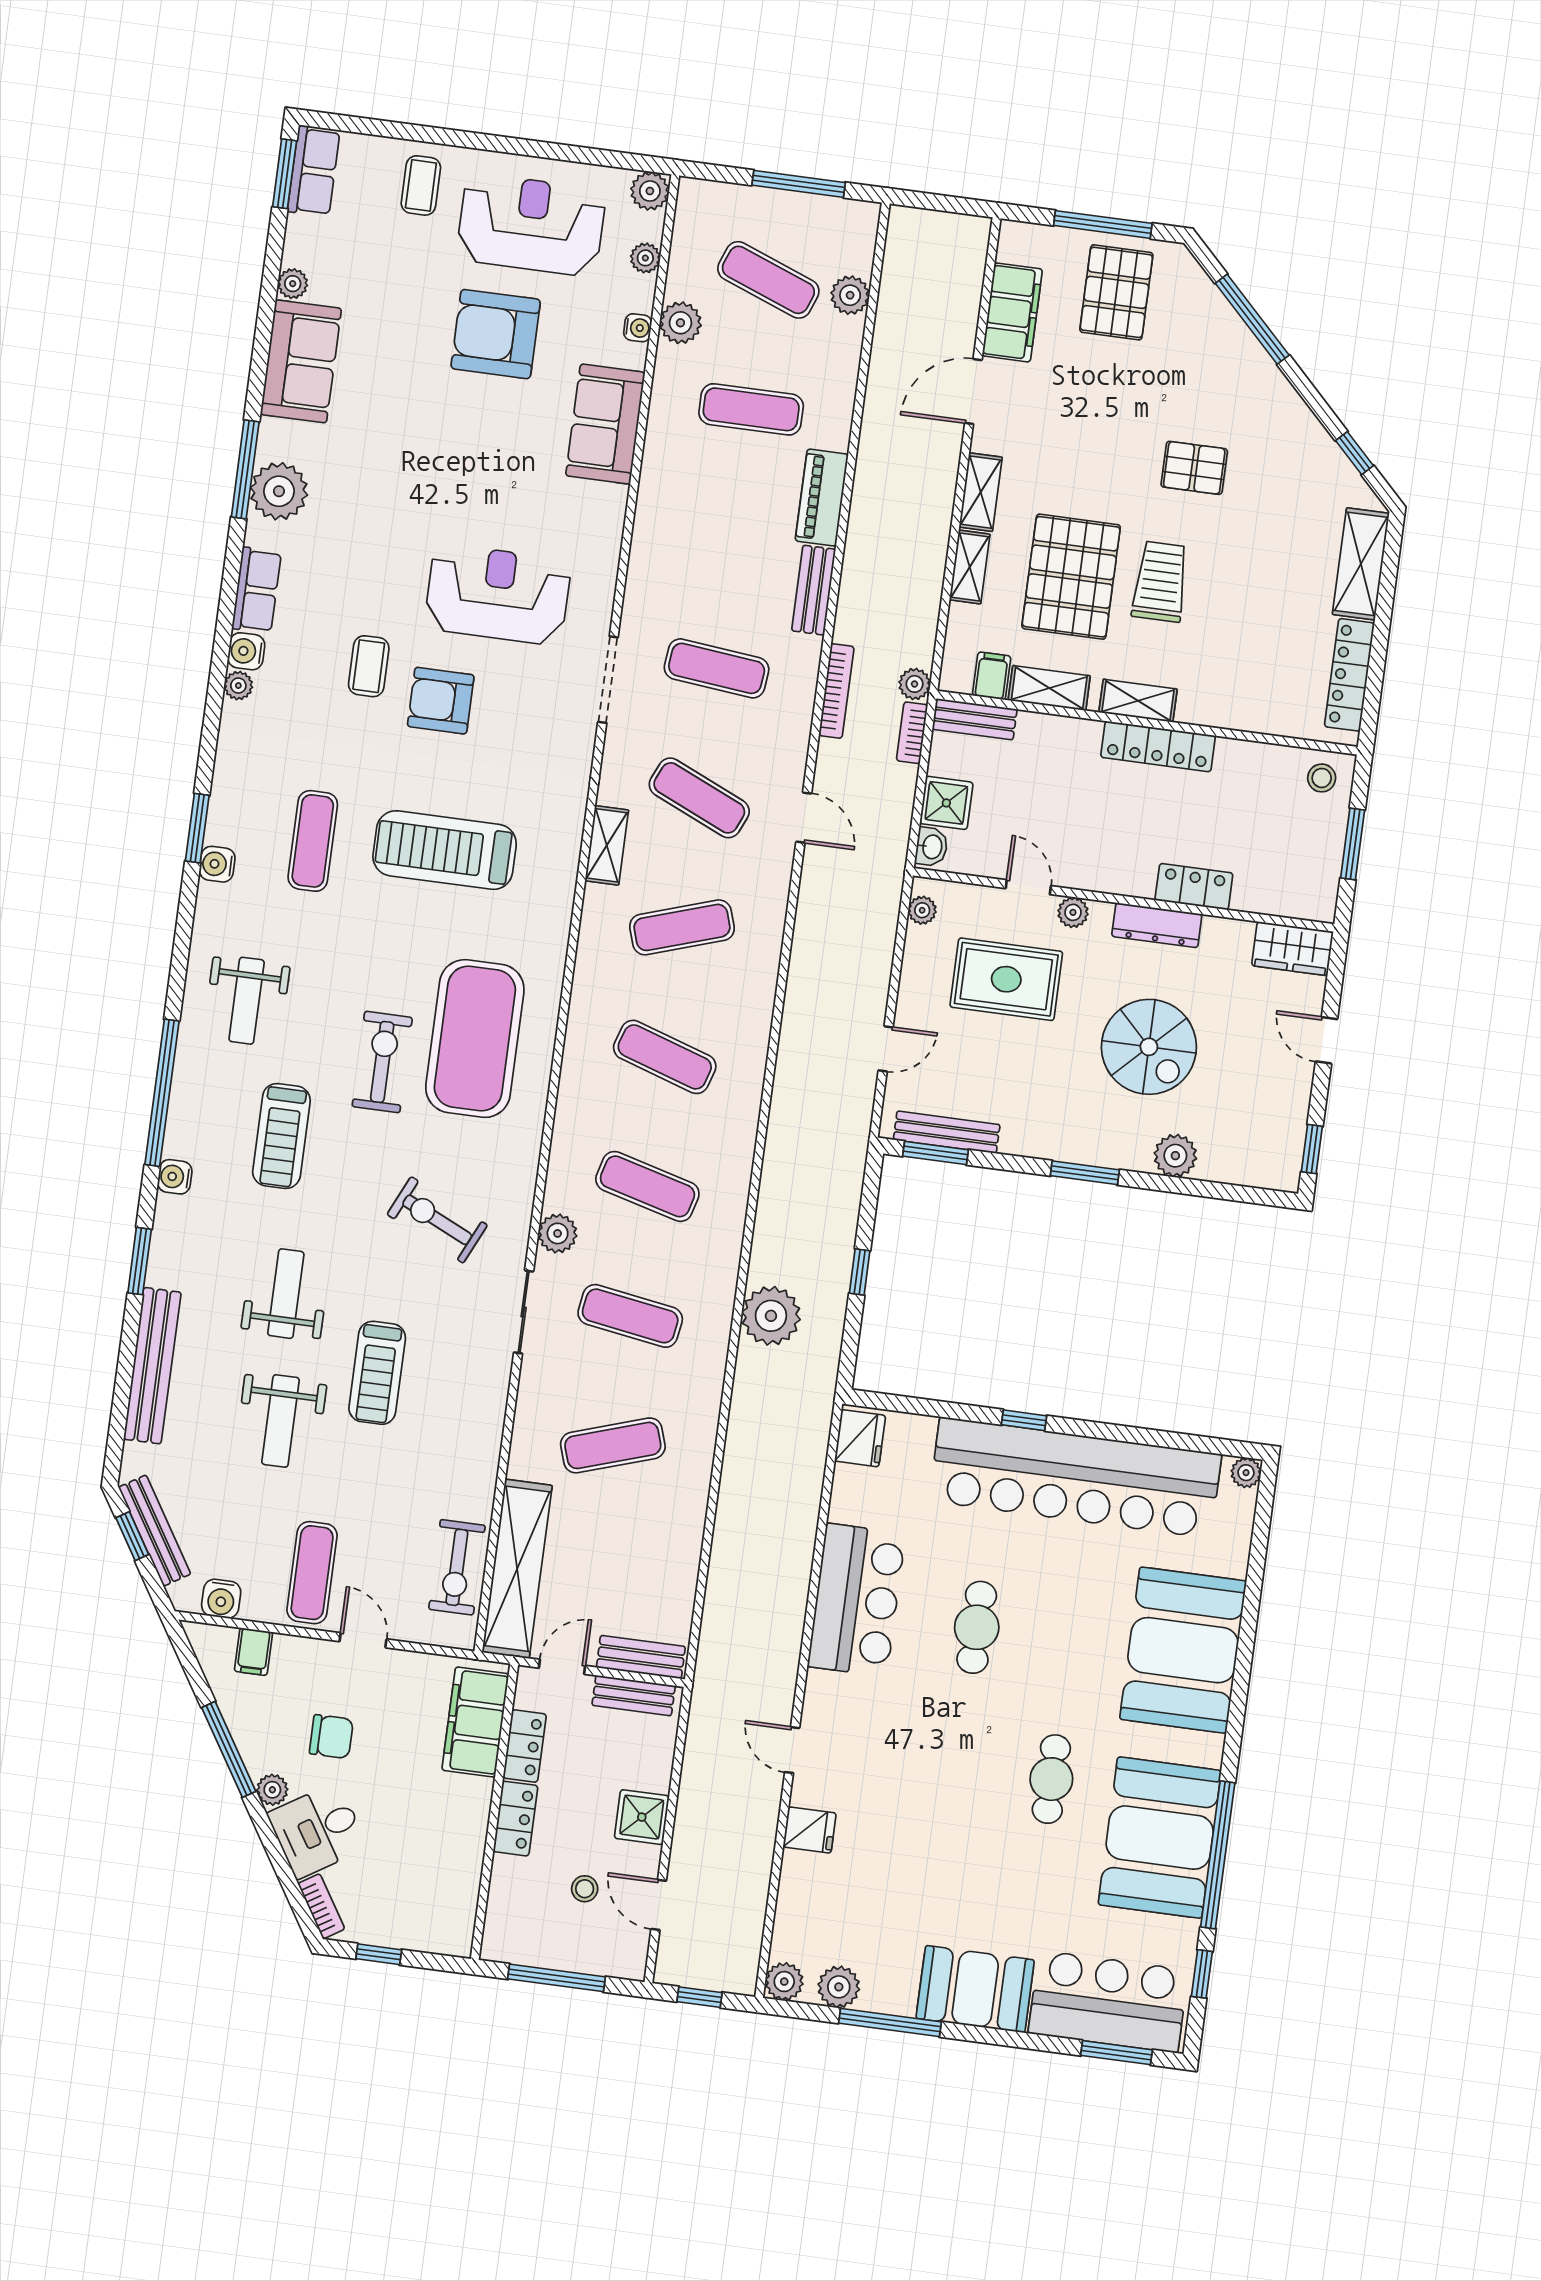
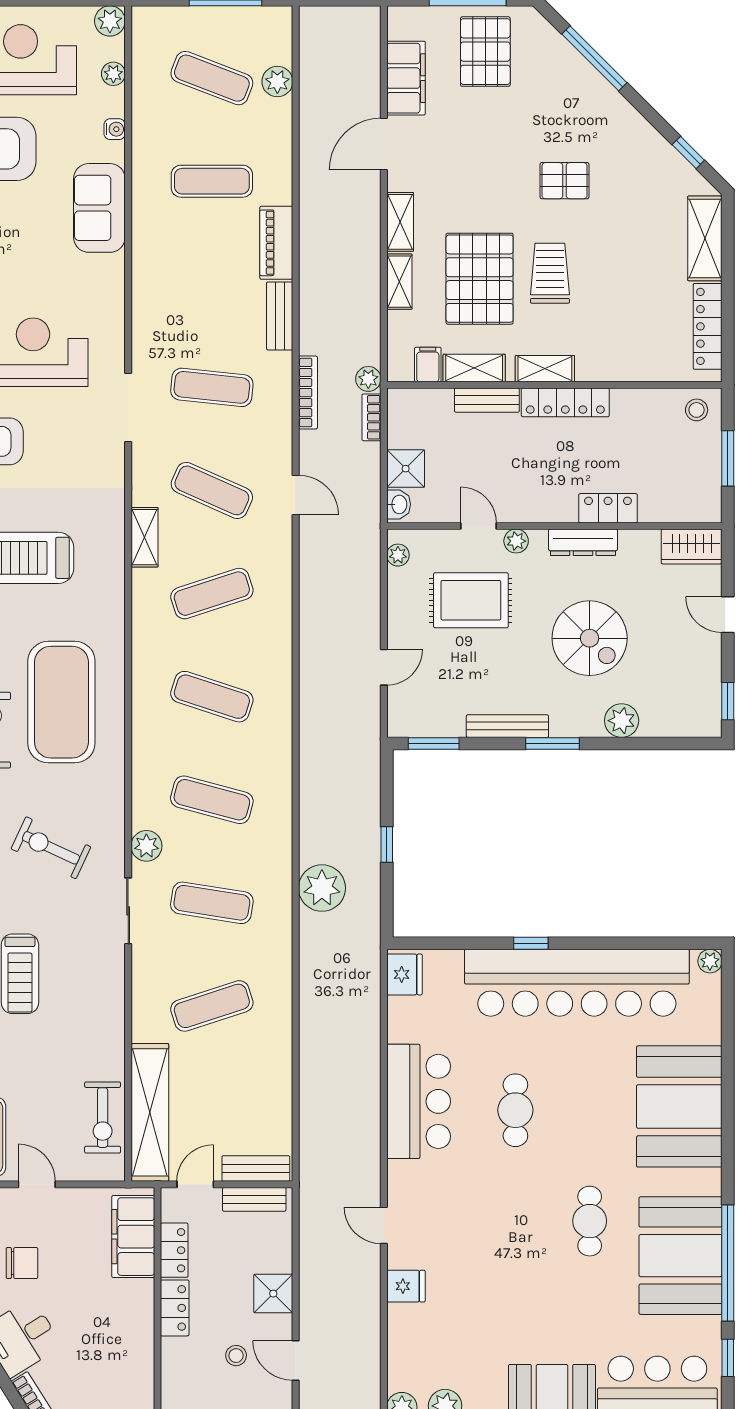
plant: (680, 323) -> (148, 121), removed
bench: (975, 719) -> (487, 400), moved
bench: (947, 1132) -> (507, 726), moved

